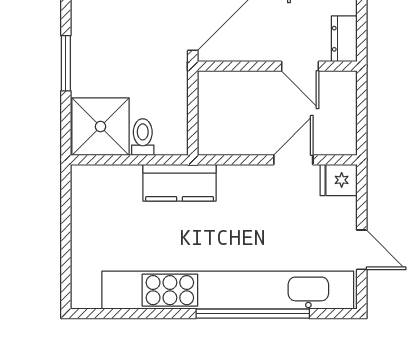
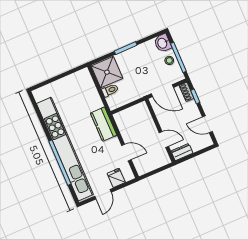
door: (300, 66) -> (164, 139), swing flipped
fridge: (339, 180) -> (116, 178), moved
kitchen counter: (180, 183) -> (104, 124), moved

